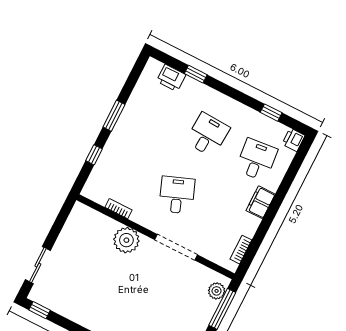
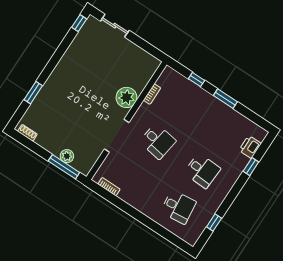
printer: (293, 140) -> (191, 238), removed
desk: (177, 195) -> (158, 141), turned 30
filing cabinet: (261, 202) -> (144, 206), removed
plant: (217, 291) -> (67, 156), moved

